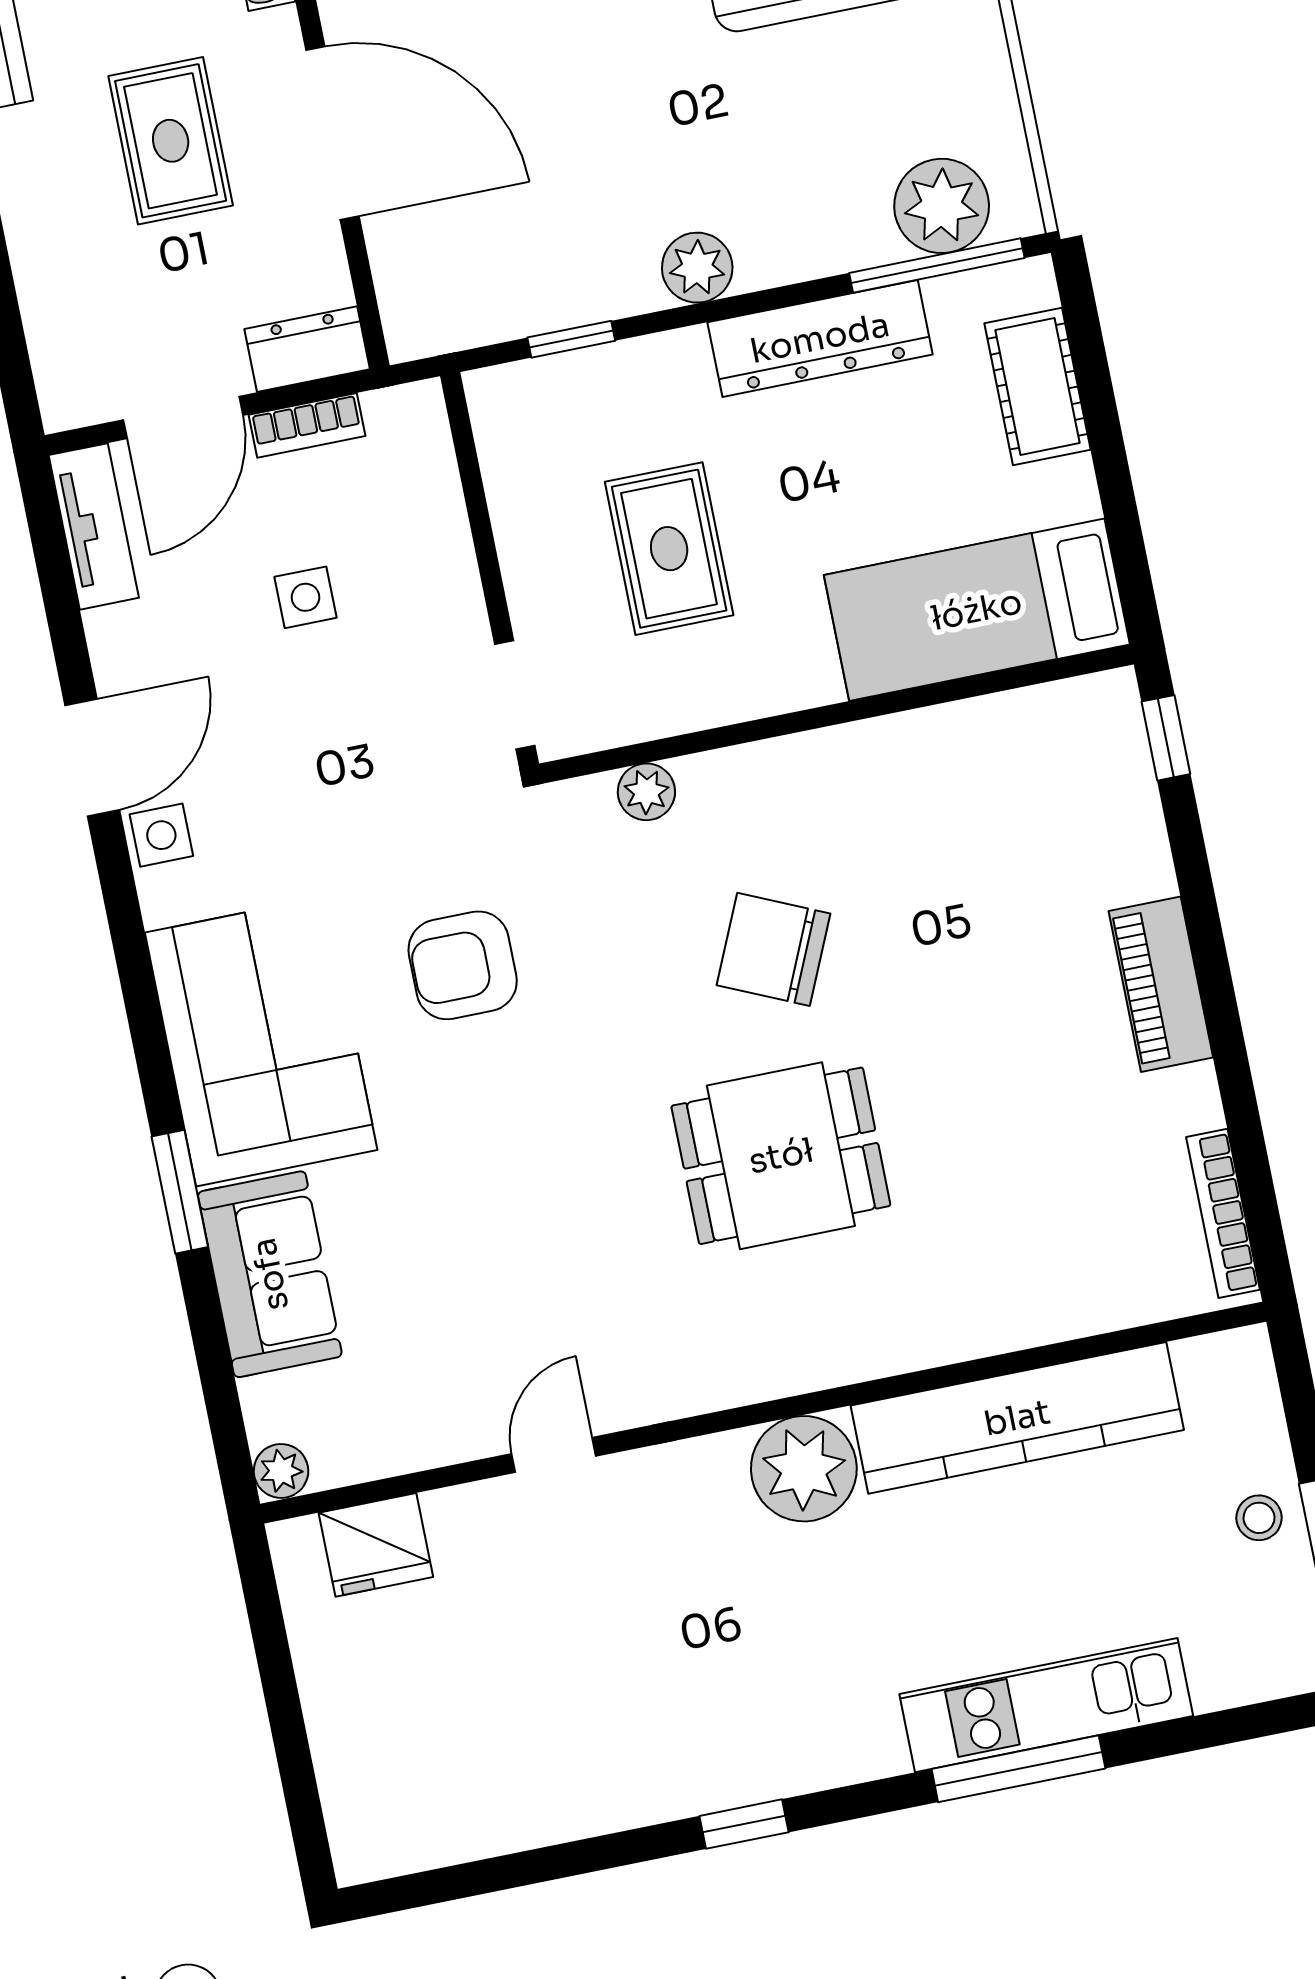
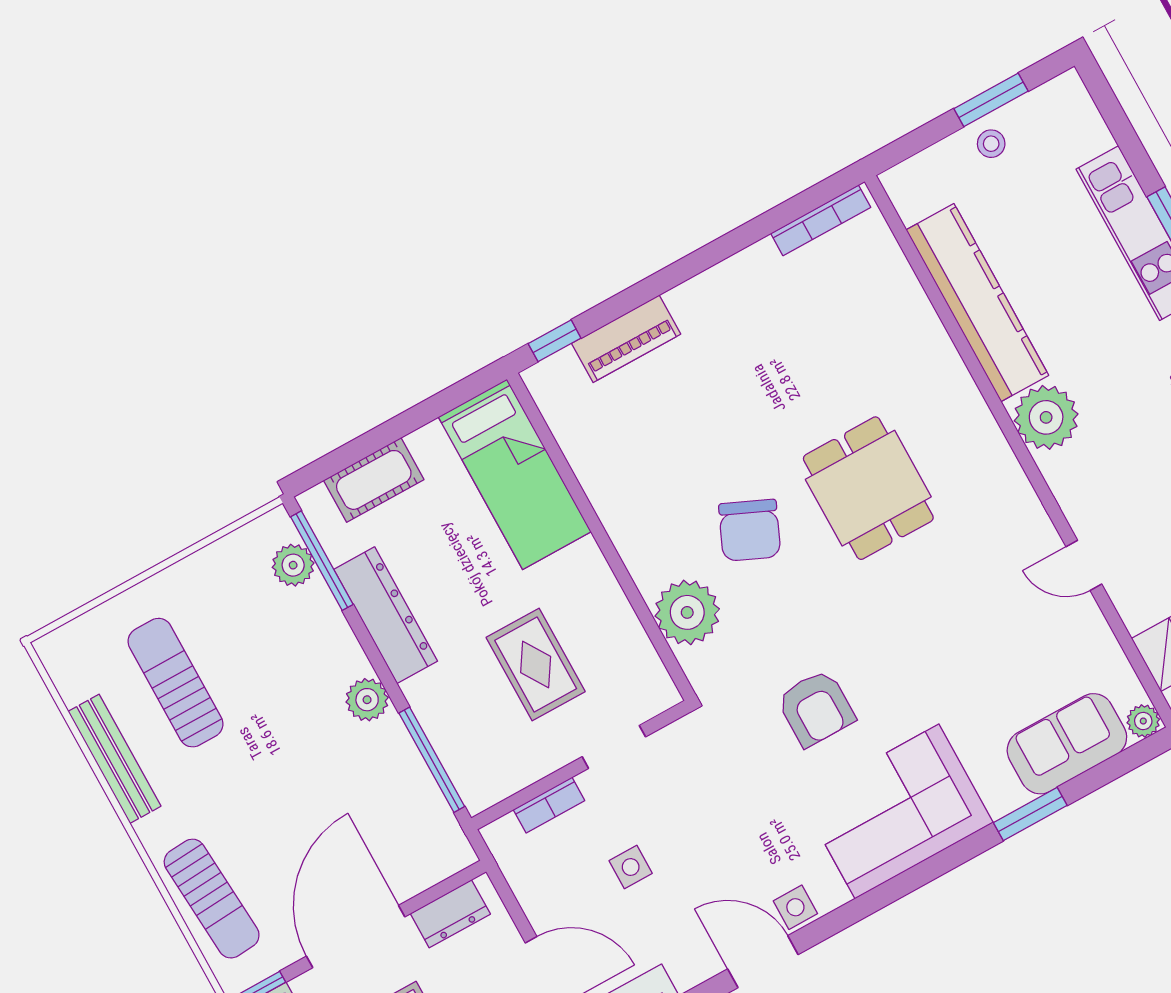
plant: (942, 206) -> (293, 565), width x0.73, depth x0.73
window: (571, 339) -> (432, 760), width x2.17
dresser: (307, 349) -> (450, 914), moved, turned -90
bookcase: (307, 425) -> (549, 805), moved, turned 90
rug: (669, 549) -> (536, 665), turned 90
doorway: (515, 695) -> (614, 747), moved
plant: (646, 792) -> (687, 612), width x1.88, depth x1.88
piano: (1161, 984) -> (626, 339), moved
window: (180, 1192) -> (1030, 814), moved
sofa: (270, 1274) -> (1067, 744), moved

